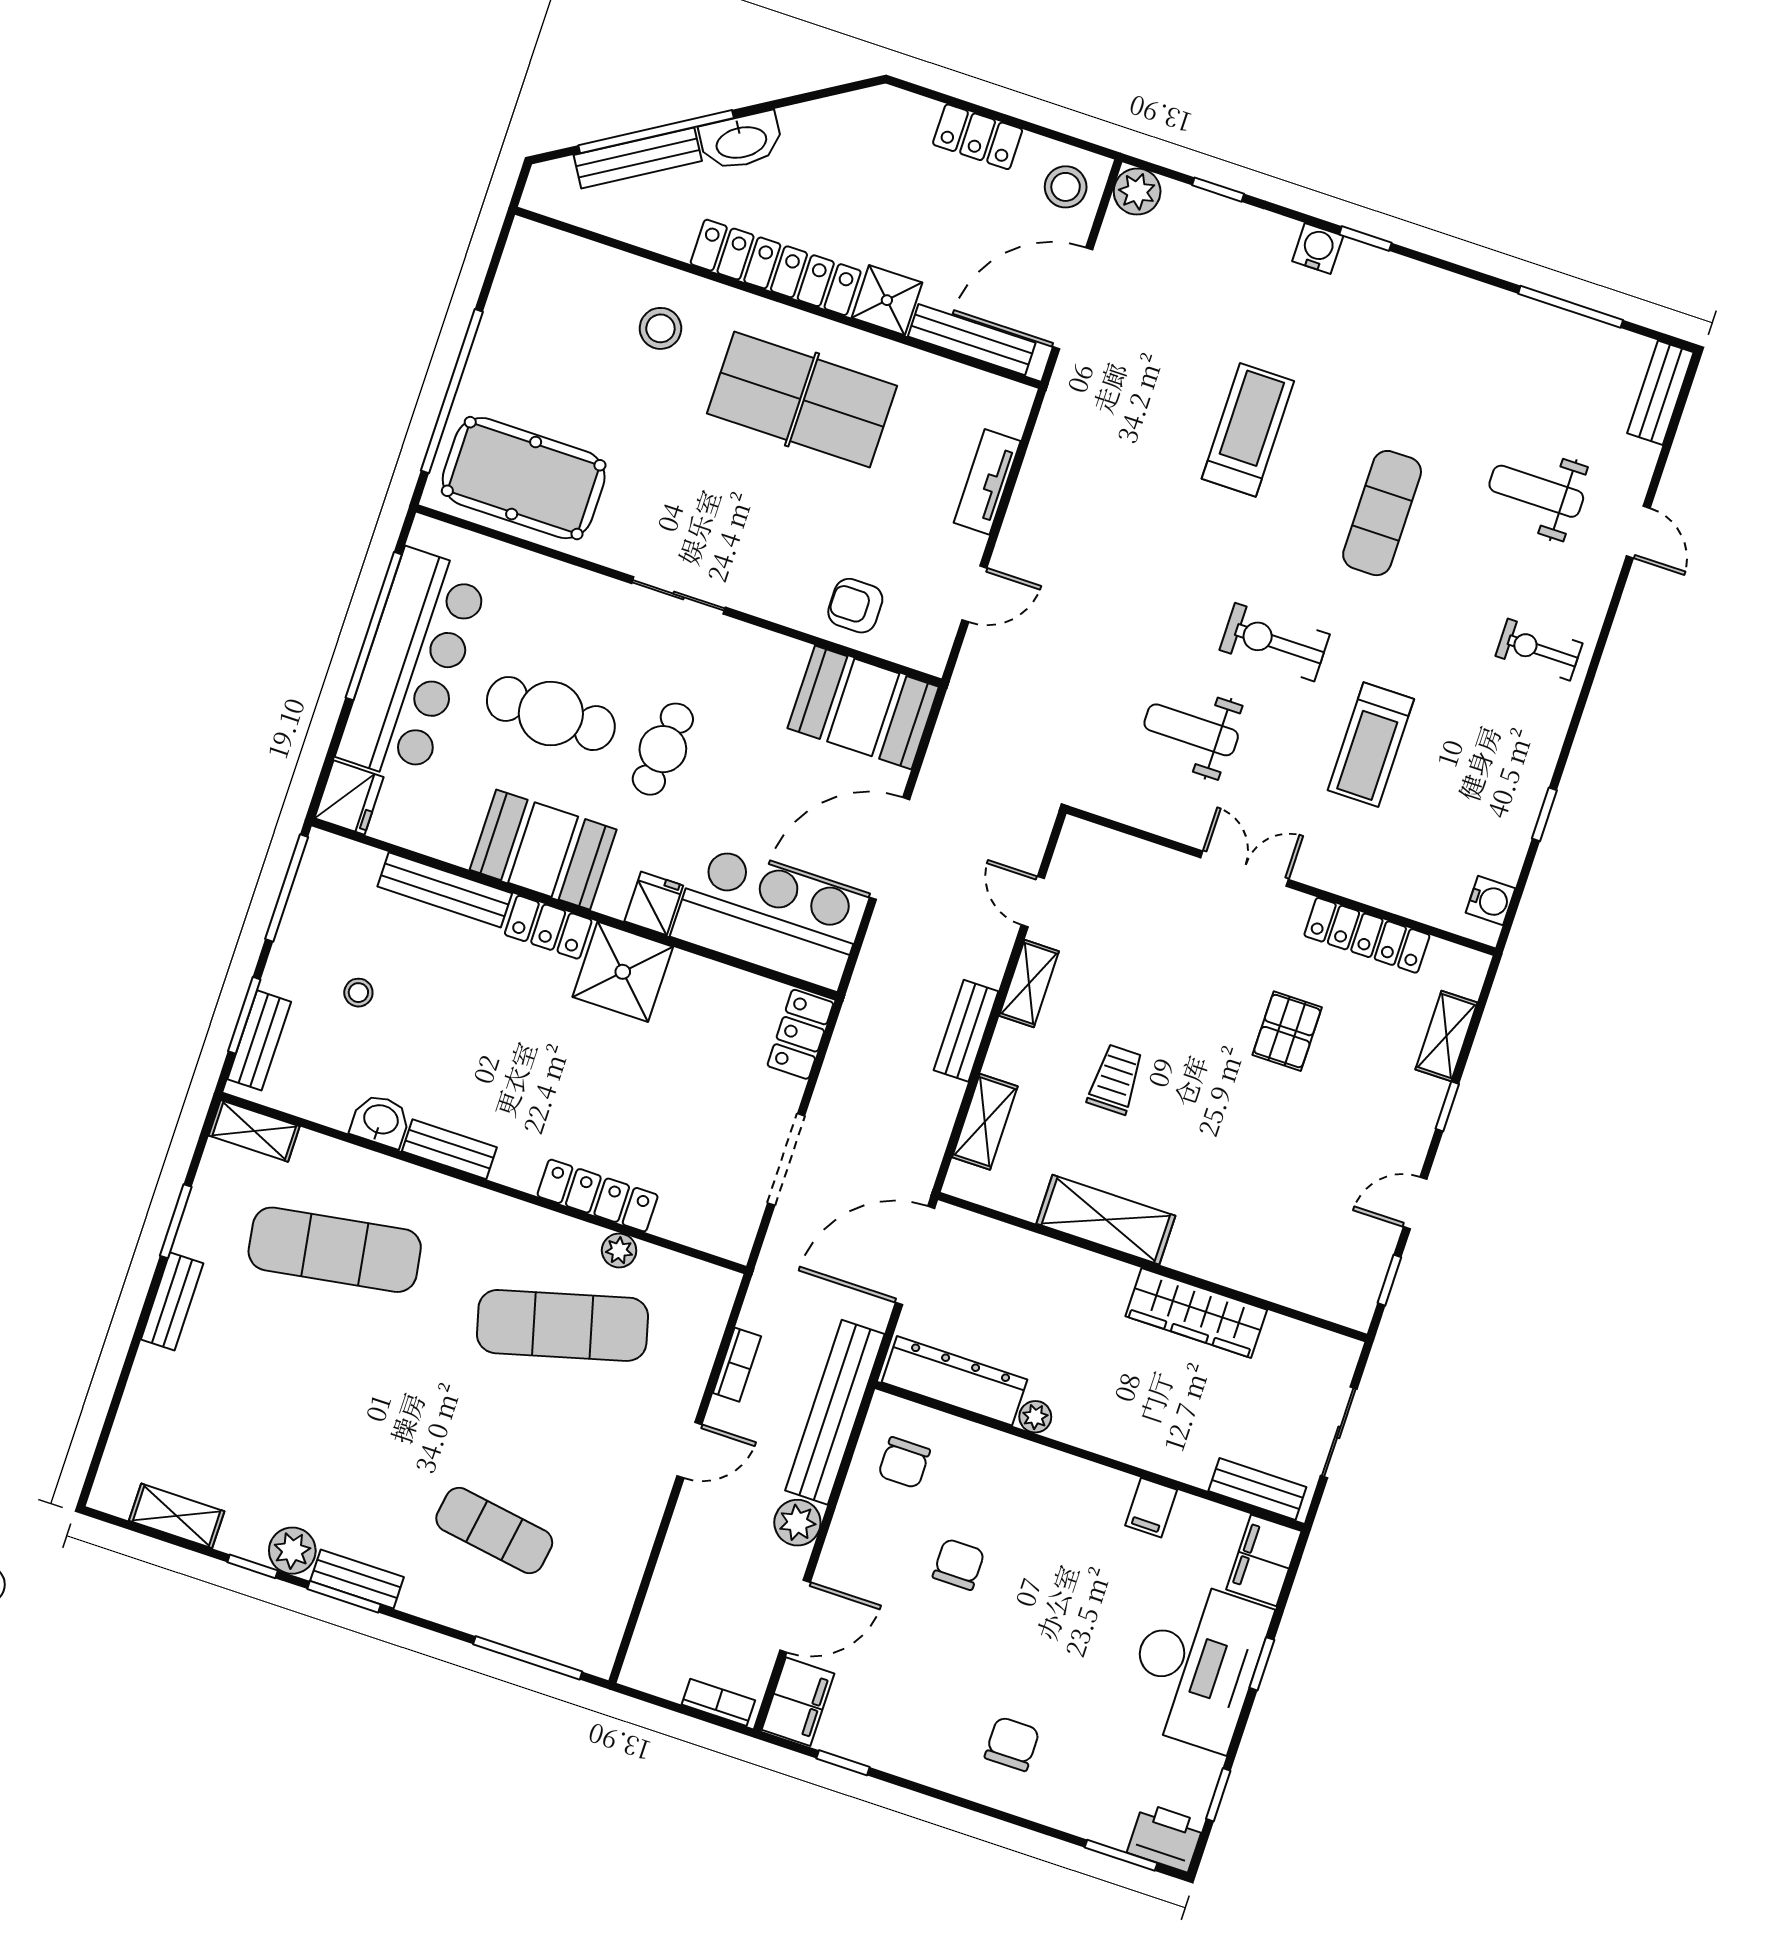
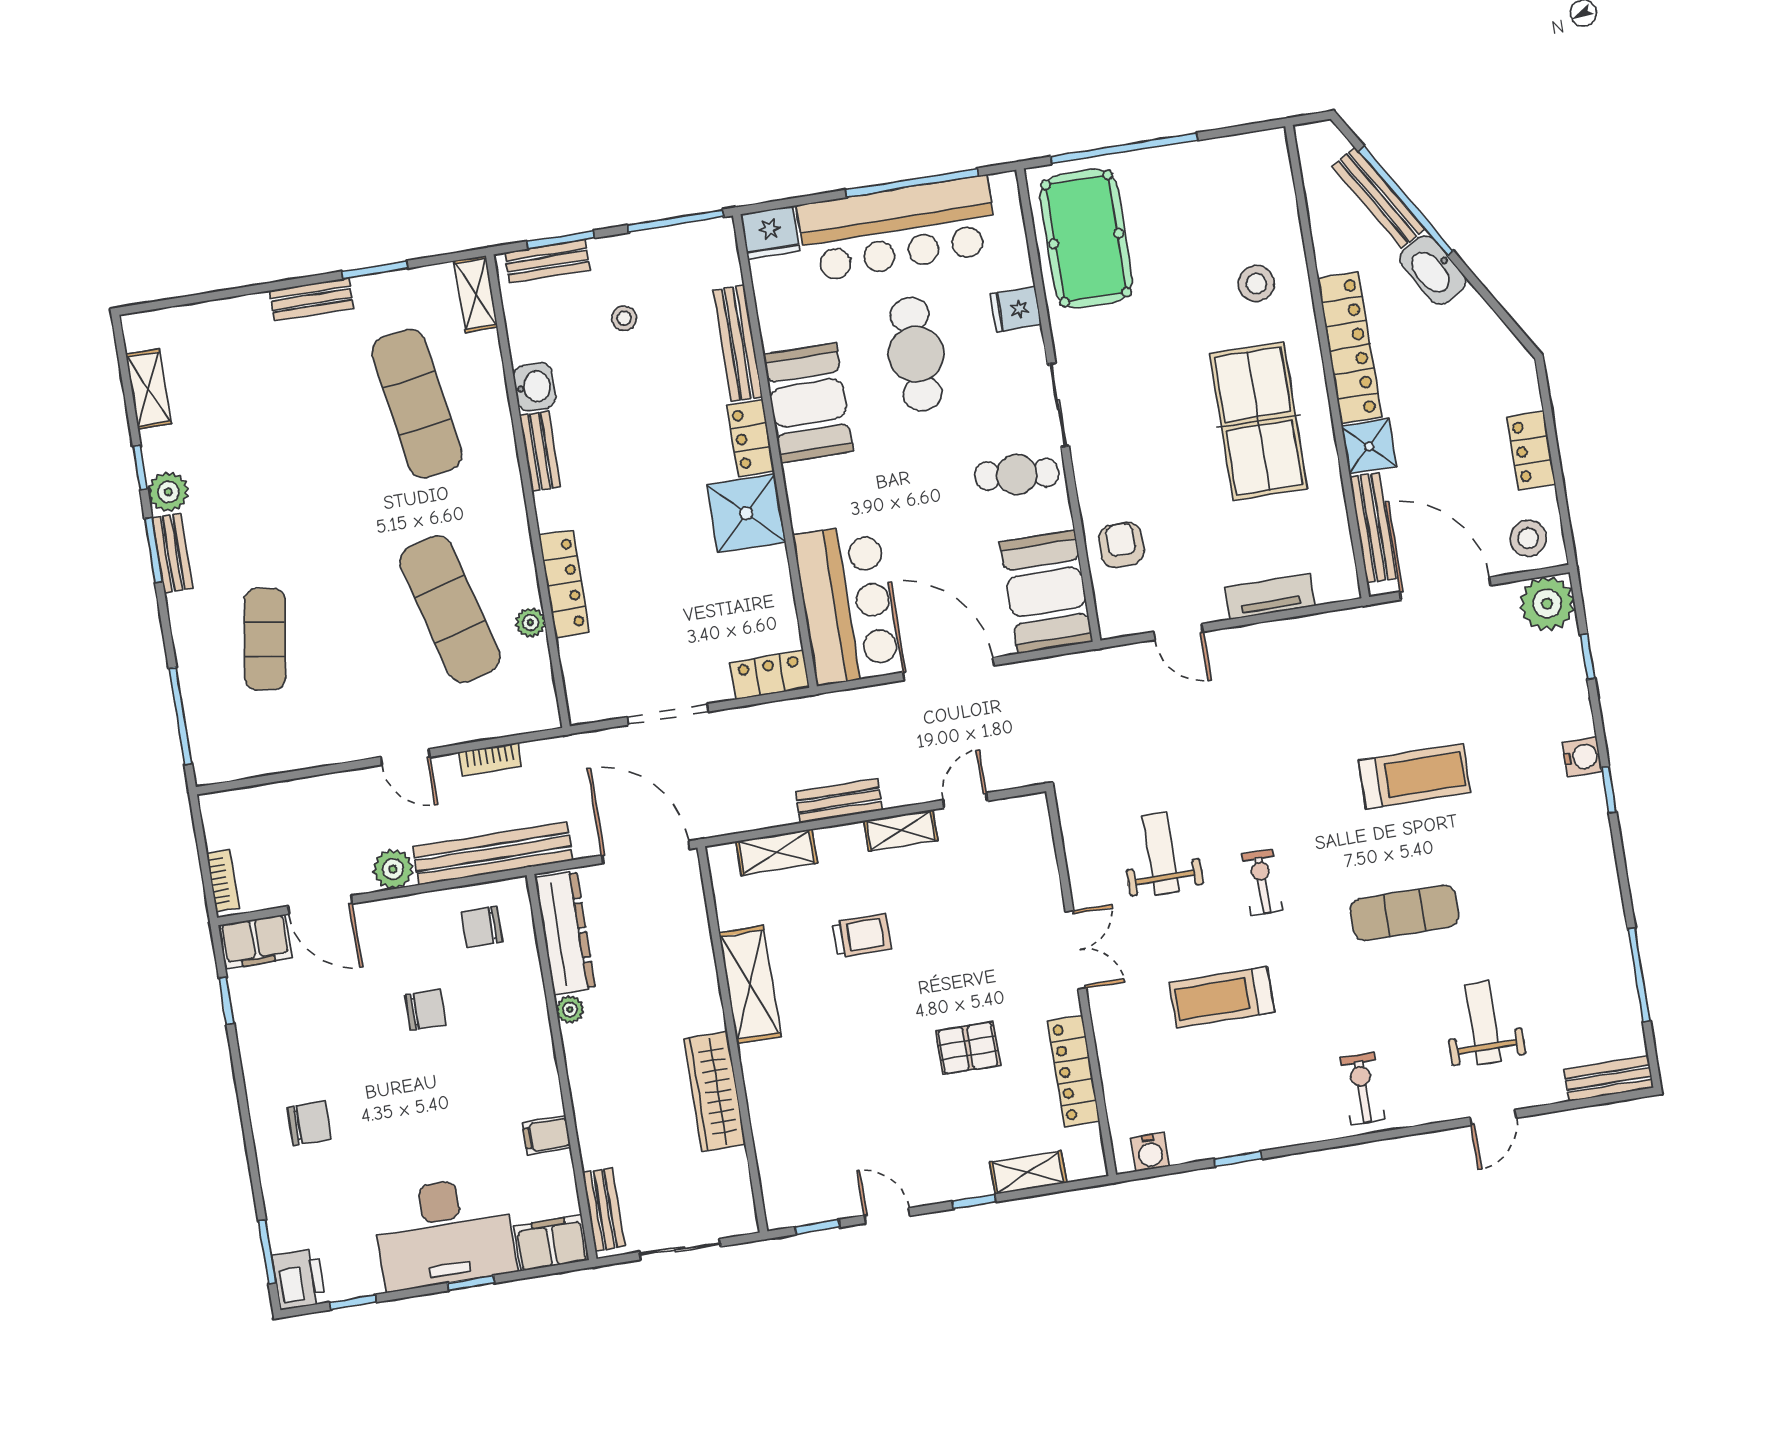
plant: (1137, 192) -> (1547, 604), width x1.36, depth x1.36
exercise bike: (1275, 642) -> (1262, 882), width x0.73, depth x0.72
cafe table: (663, 749) -> (1017, 474), moved
fridge: (654, 903) -> (1016, 309), moved, turned 180

